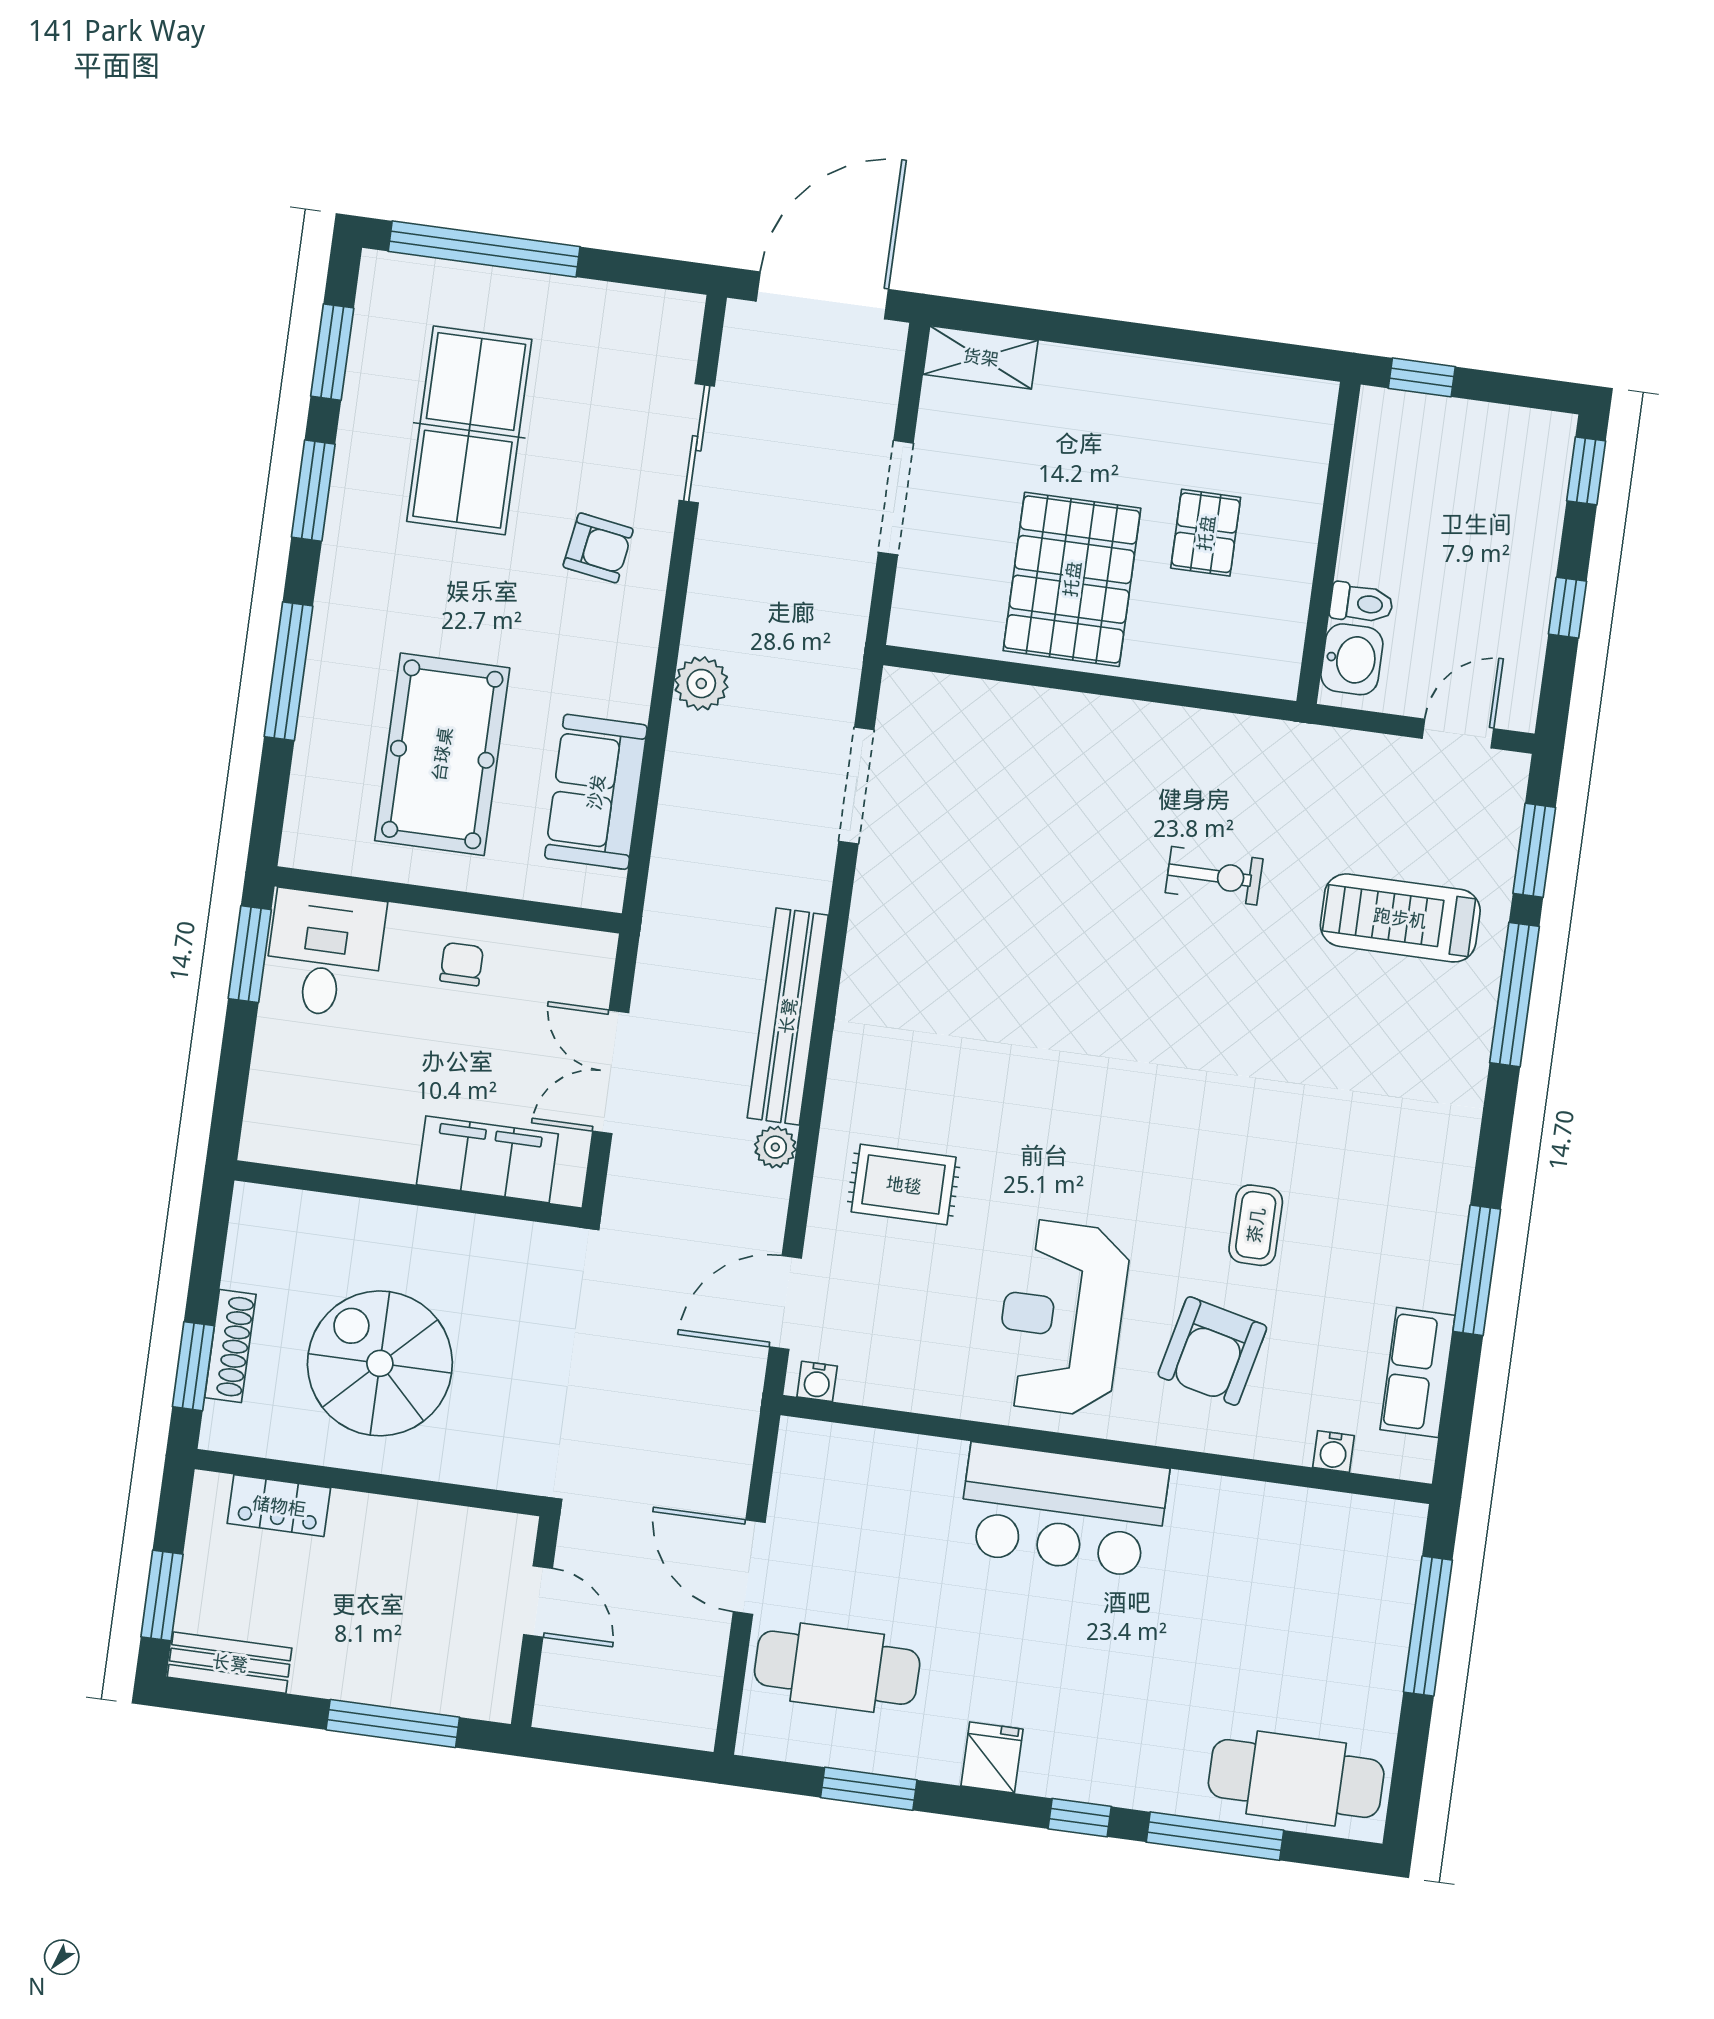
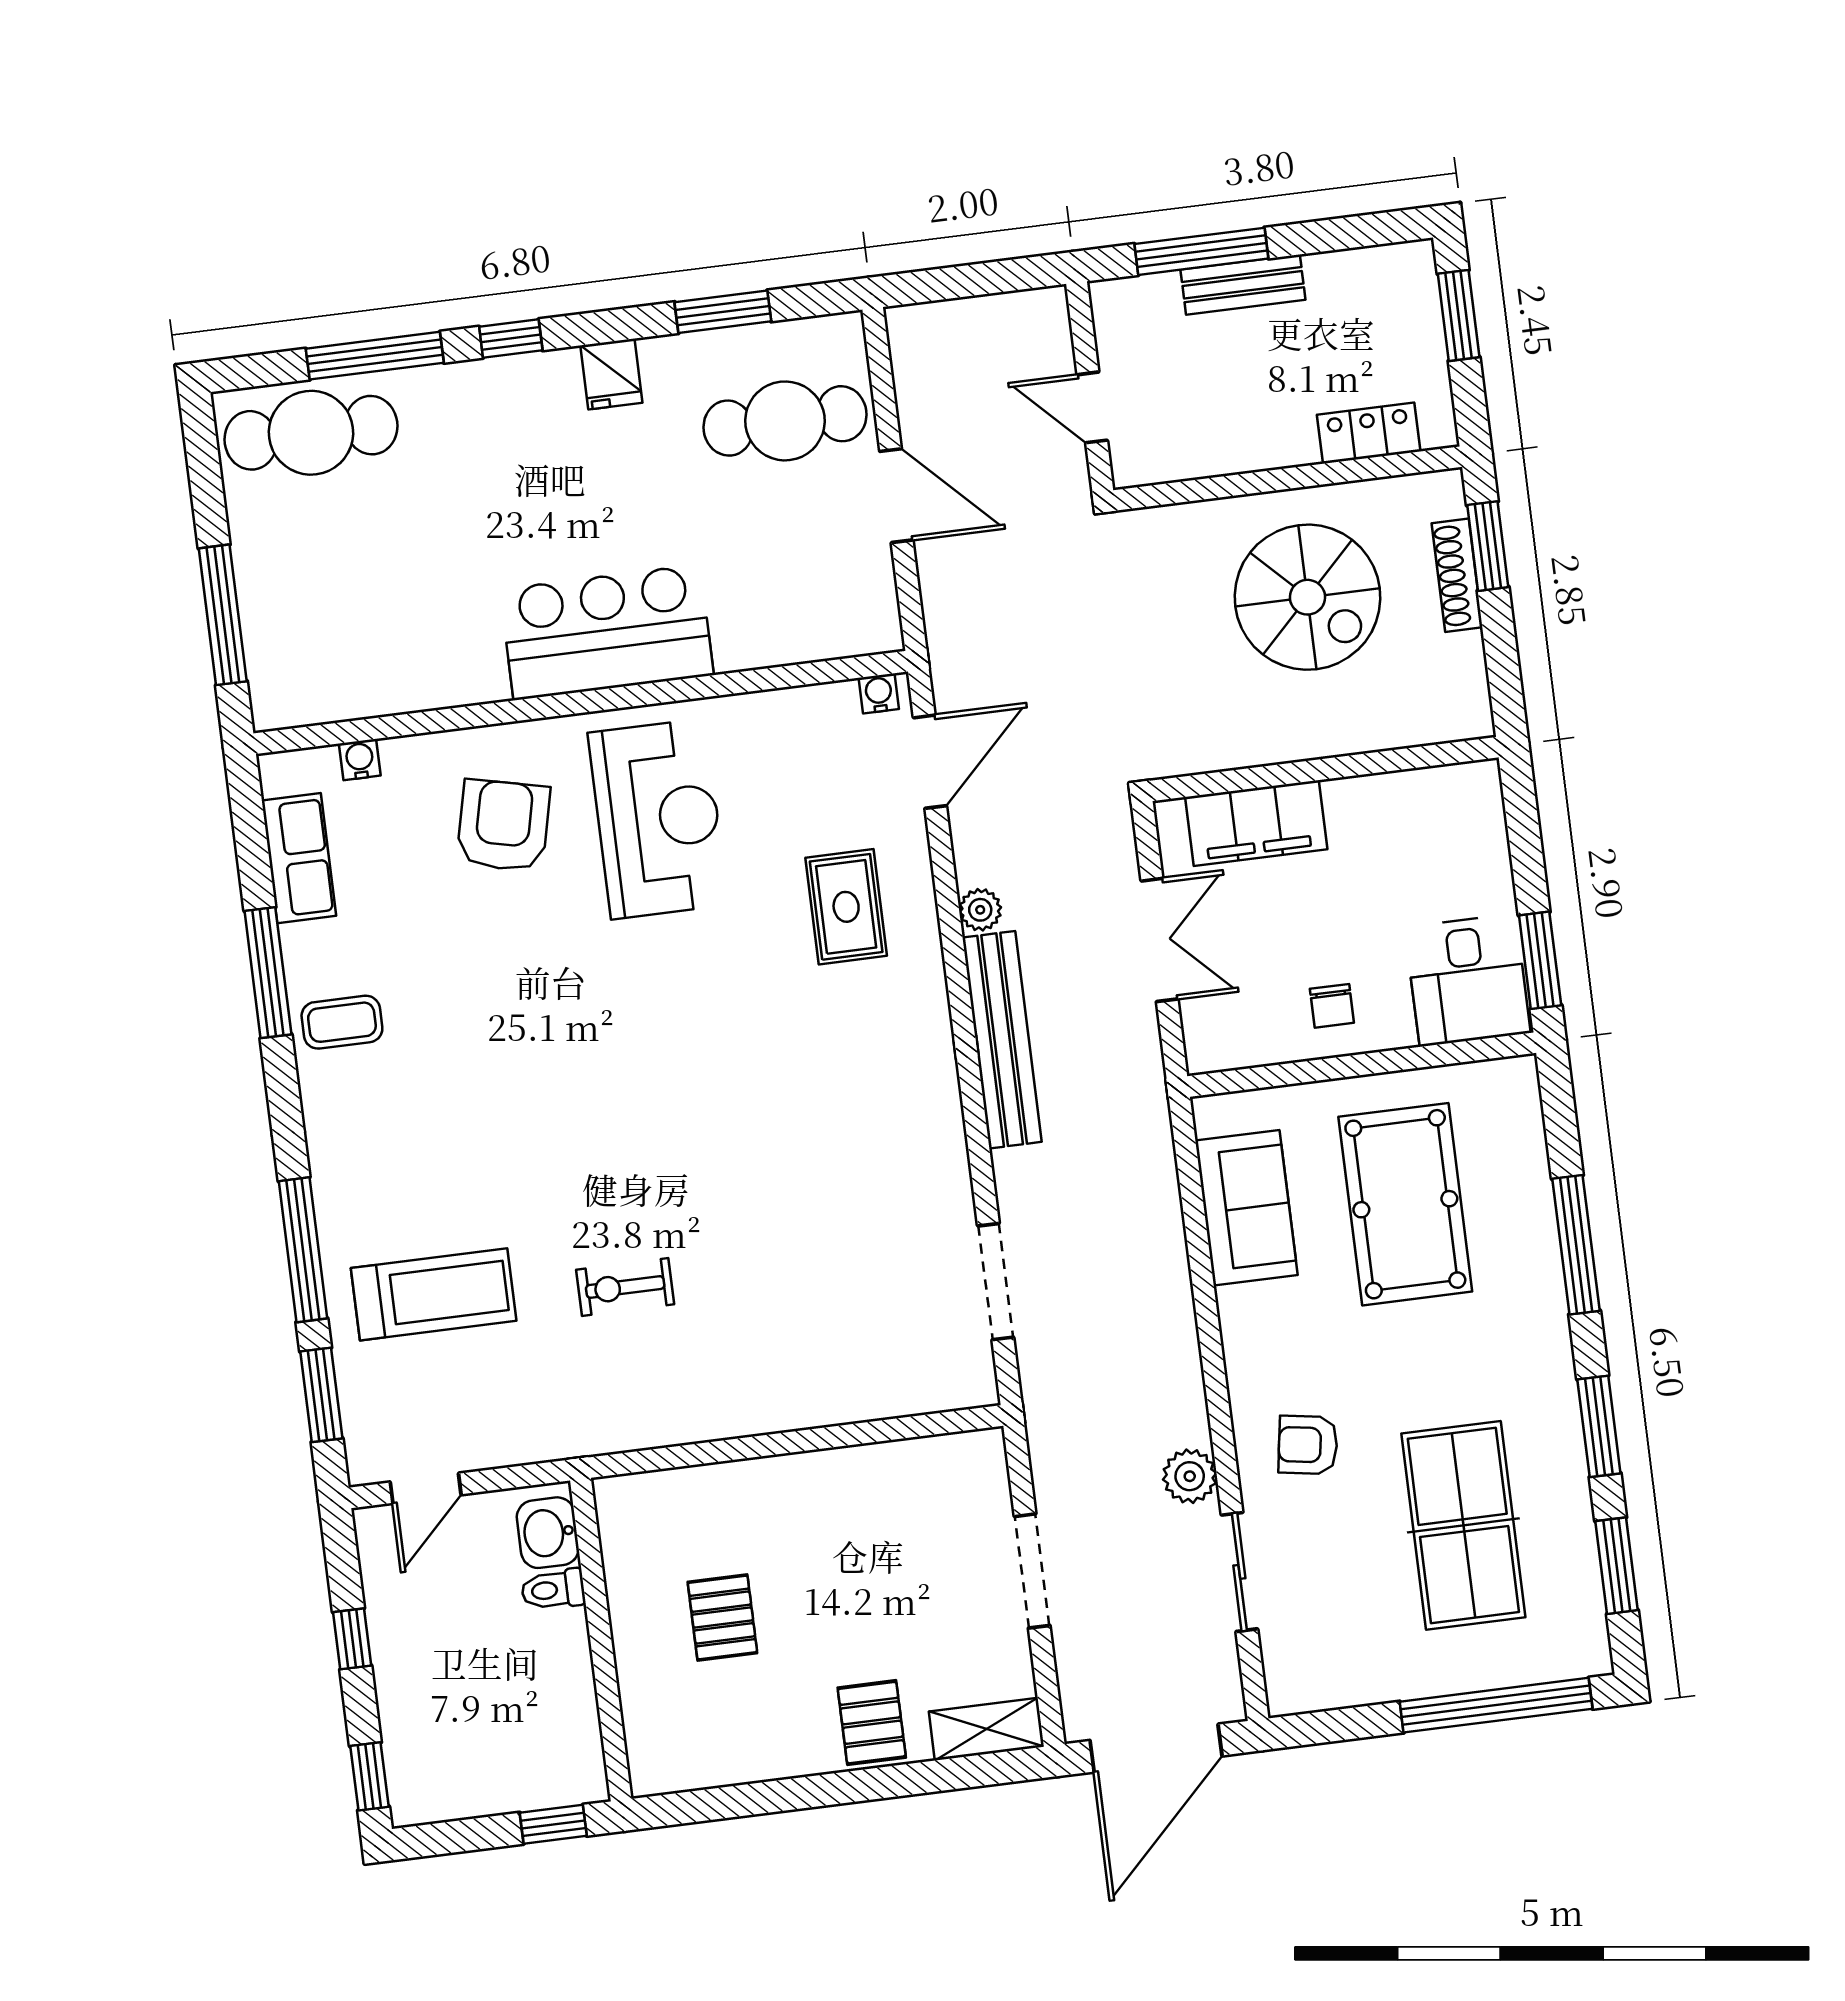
pallet: (1072, 579) -> (872, 1723), moved, width x0.49, depth x0.50
plant: (701, 684) -> (1190, 1476), moved
rug: (904, 1185) -> (846, 907), turned 90
coffee table: (1256, 1225) -> (342, 1022), moved, turned 90
bench: (230, 1663) -> (1243, 285), moved

